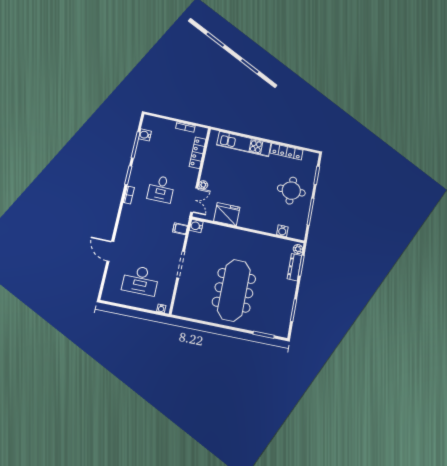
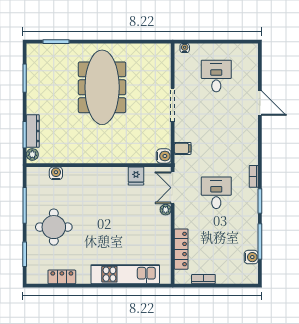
locker: (287, 152) -> (62, 277), width x0.66
fridge: (227, 214) -> (136, 176), width x0.53, depth x0.75
desk: (141, 280) -> (216, 76), width x0.73

